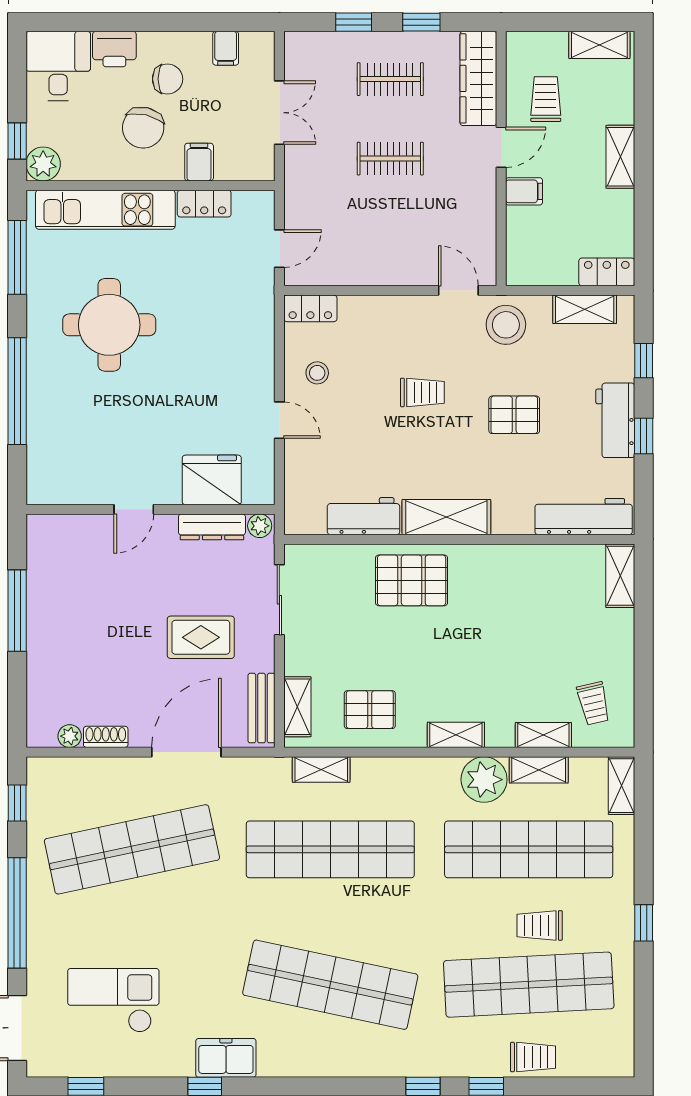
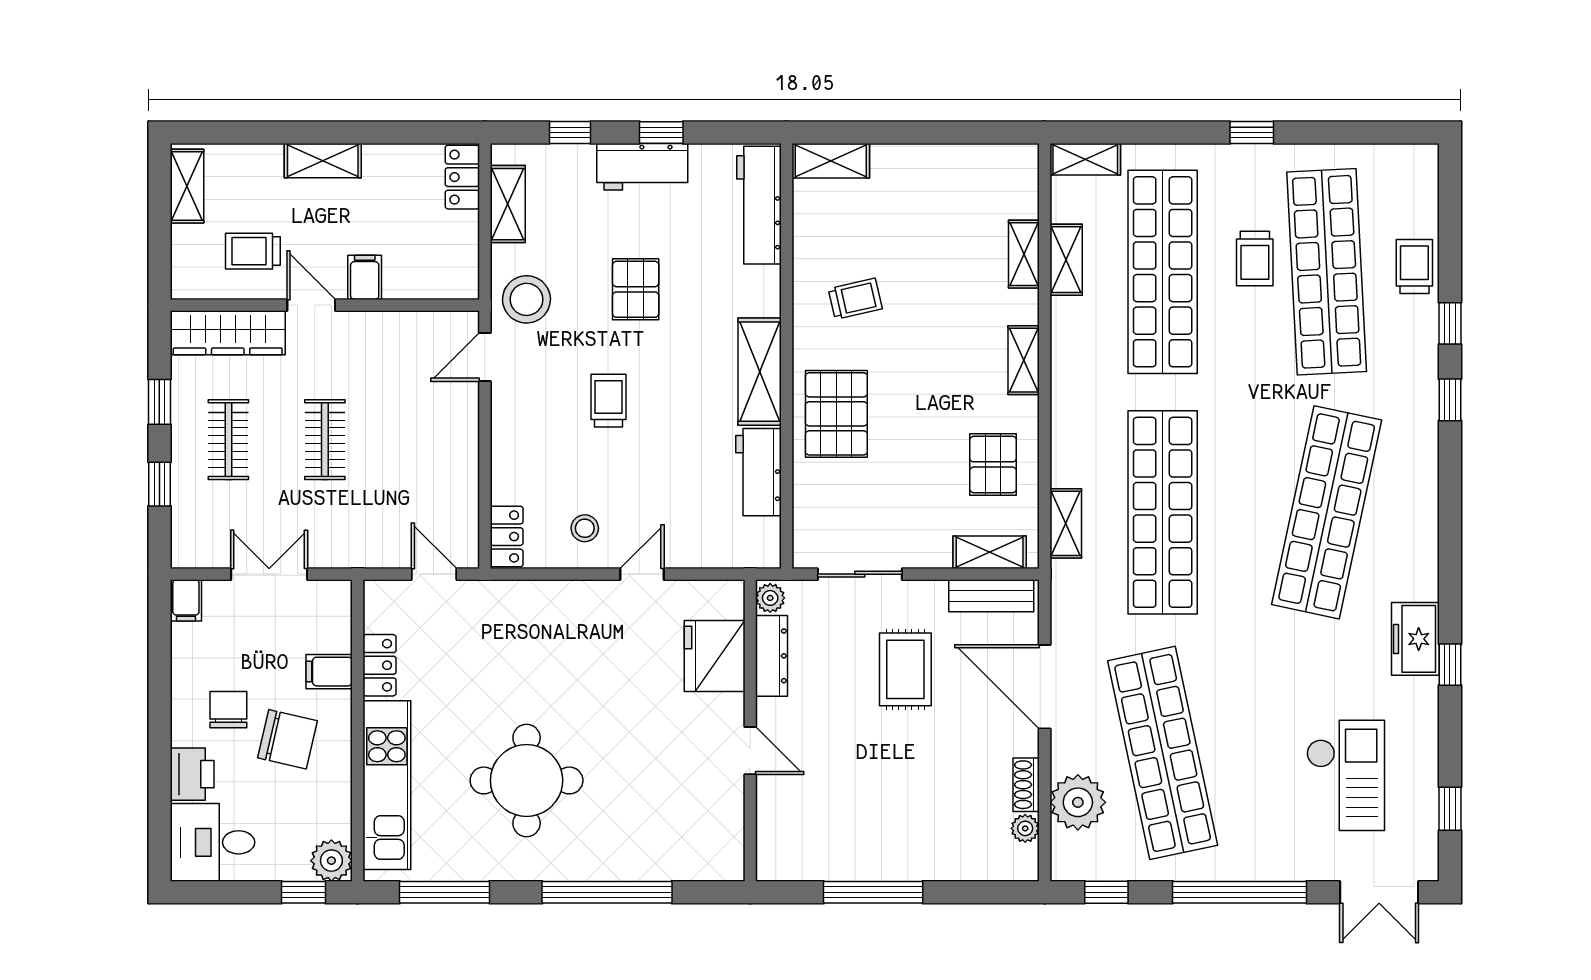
filing cabinet: (226, 48) -> (186, 600), moved, turned 90
trolley: (593, 703) -> (855, 299), moved
plant: (484, 780) -> (1078, 802), moved
checkout: (113, 1000) -> (1346, 775), turned 180

